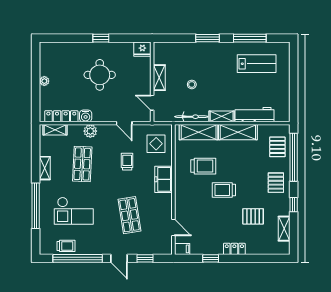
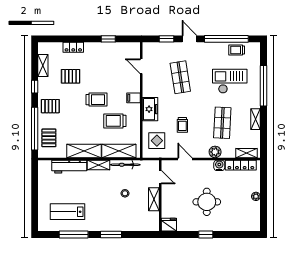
pallet: (276, 183) -> (50, 106), turned 90
filing cabinet: (182, 249) -> (134, 98), moved
locker: (234, 249) -> (73, 47), moved

